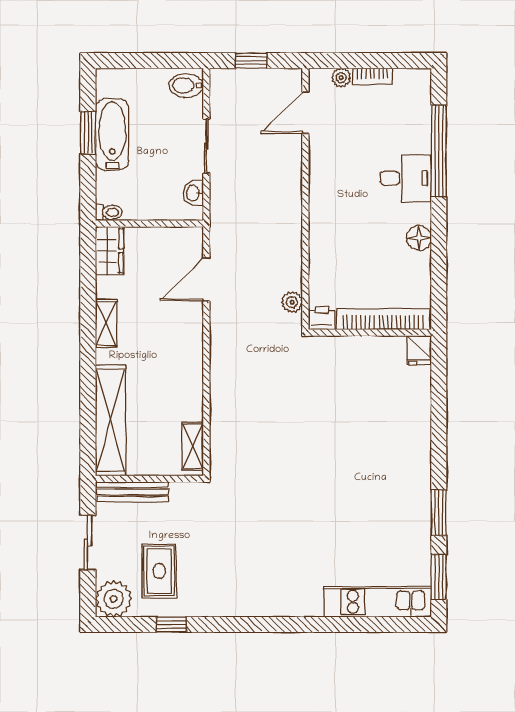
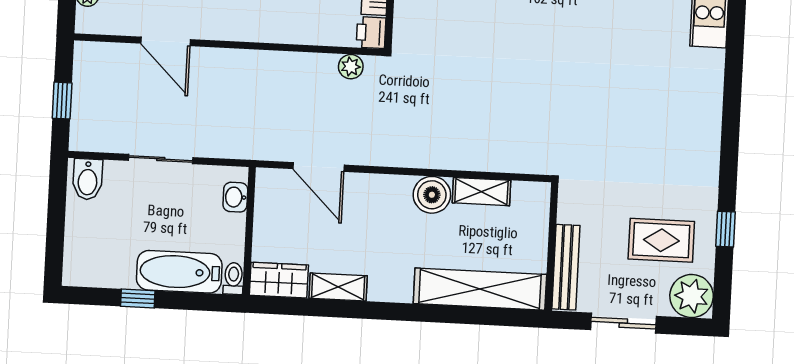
door: (305, 113) -> (166, 41), moved
window: (88, 133) -> (138, 298), width x0.67
bathtub: (112, 134) -> (179, 272), moved
washbasin: (193, 193) -> (235, 197), moved, turned 90
shelving: (106, 323) -> (338, 287), moved
boiler: (188, 376) -> (432, 195), added
shelving: (193, 446) -> (481, 192), moved

